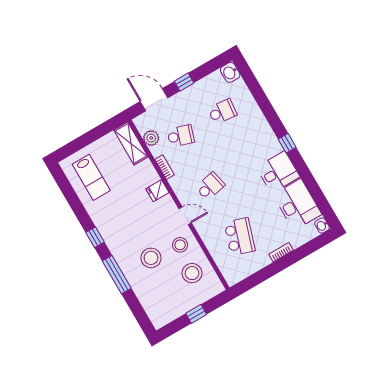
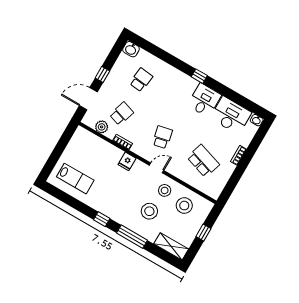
shelving: (131, 143) -> (171, 246), moved

